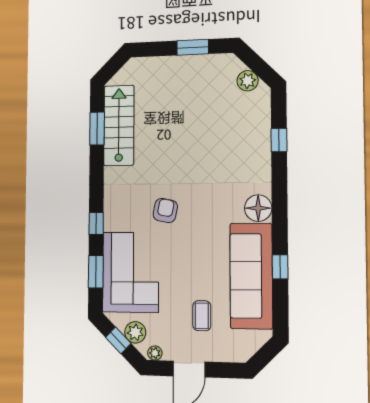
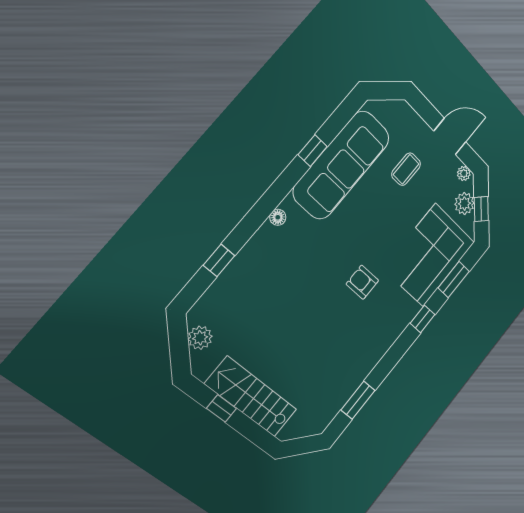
window: (193, 47) -> (221, 408), width x0.67
stairs: (119, 125) -> (251, 397), moved, turned 90
floor lamp: (258, 208) -> (278, 217), width x0.53, depth x0.53
armchair: (165, 210) -> (362, 282), turned 79

